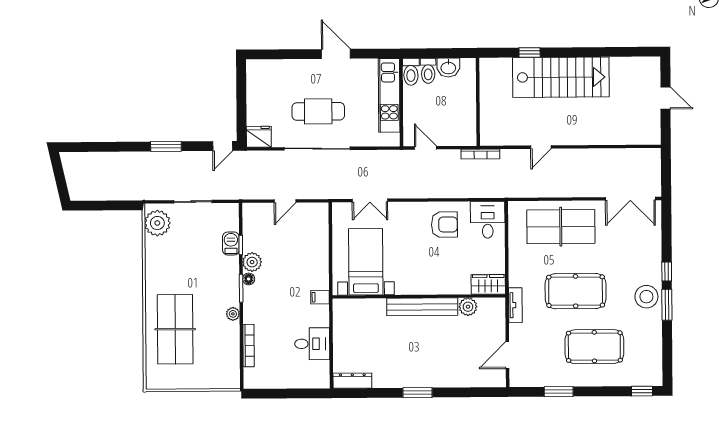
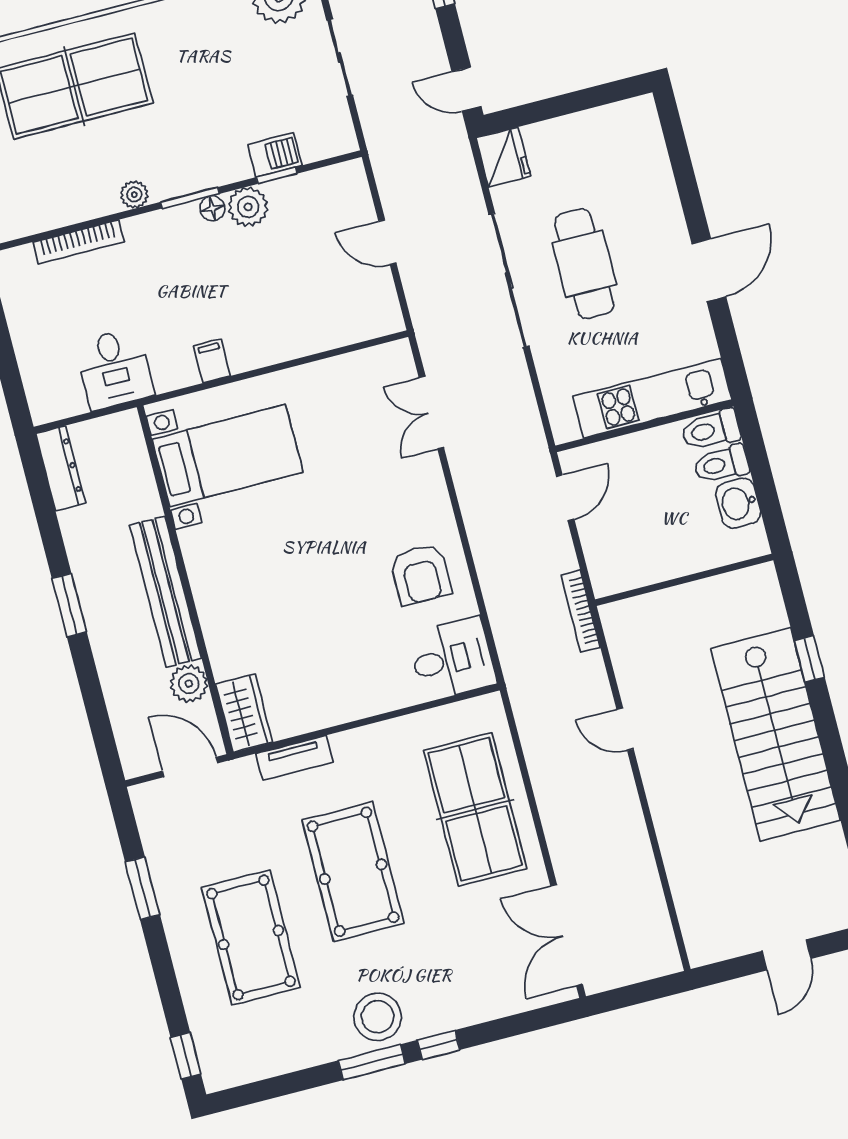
bed with nightstands: (366, 262) -> (228, 456), moved
wardrobe: (488, 284) -> (244, 713), moved
wall: (419, 296) -> (185, 580), moved
bench: (422, 307) -> (166, 592), moved
plant: (468, 307) -> (189, 684), moved

